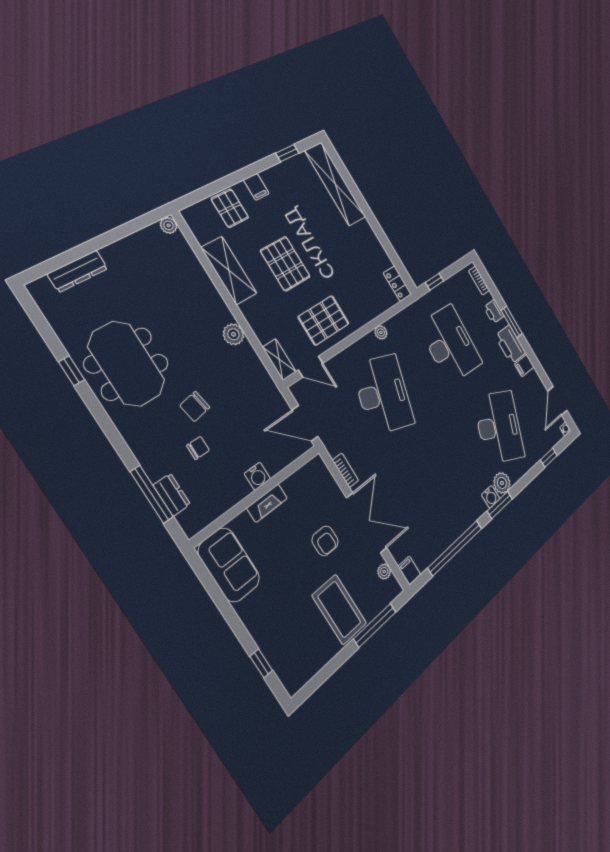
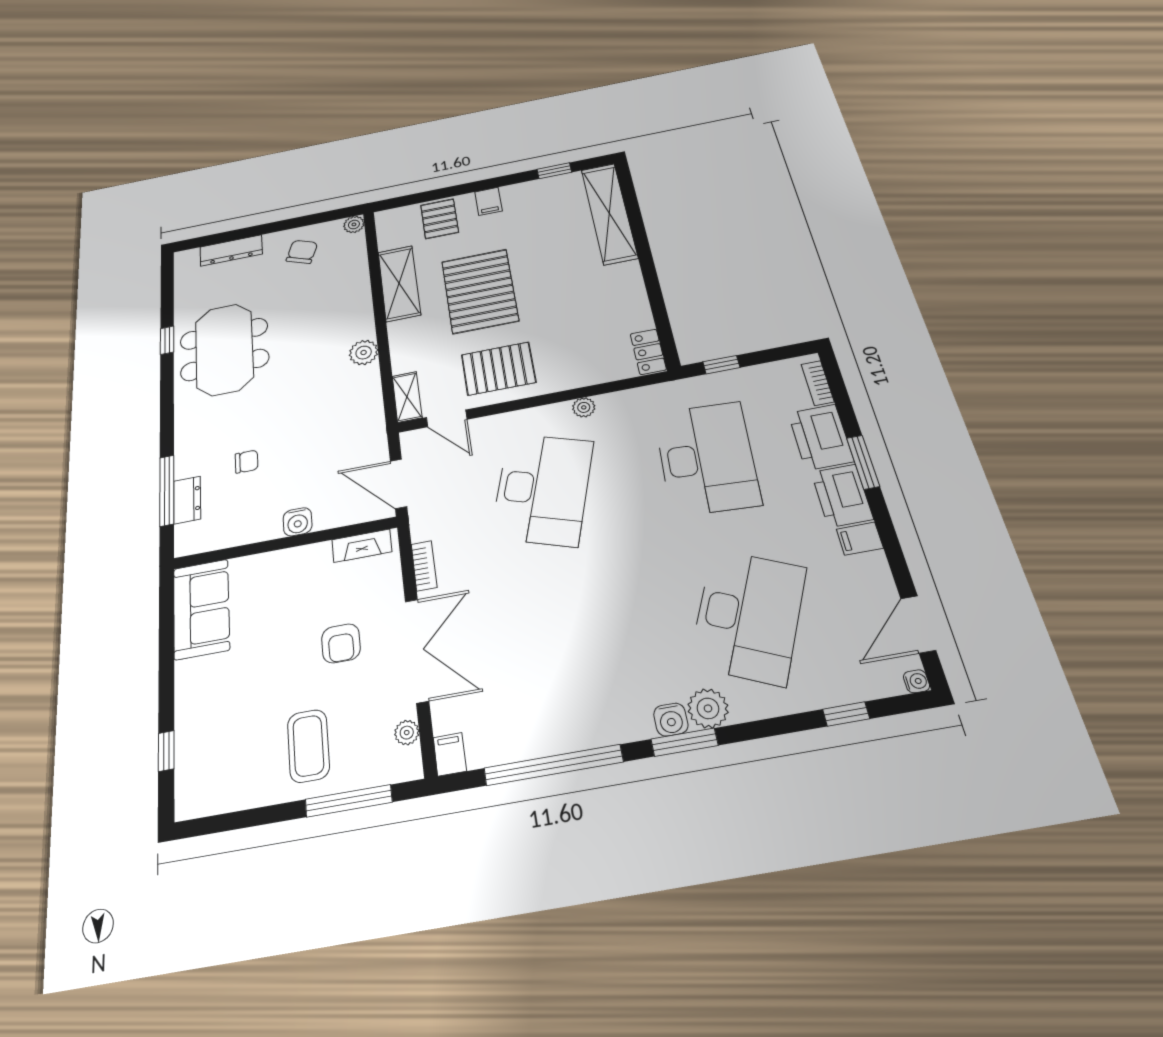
pallet: (285, 264) -> (480, 291), width x1.37, depth x1.41
printer: (494, 311) -> (821, 437), width x1.87, depth x1.48
chair: (195, 406) -> (302, 252), moved, turned 121
fireplace: (267, 503) -> (362, 546), moved
coffee table: (339, 609) -> (308, 746), width x0.73, depth x0.76

